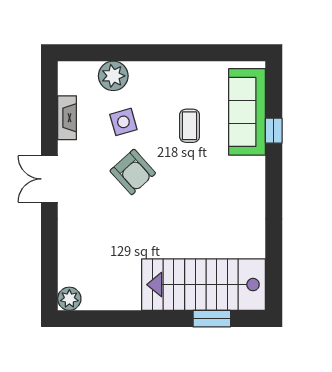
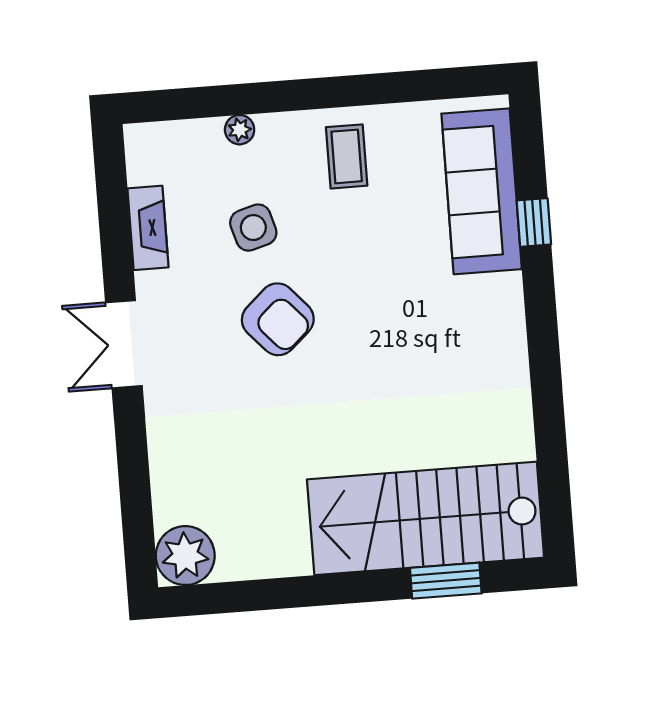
plant: (113, 76) -> (240, 130), width x0.53, depth x0.53
coffee table: (190, 126) -> (347, 156), moved
plant: (69, 299) -> (185, 556), width x1.36, depth x1.36

